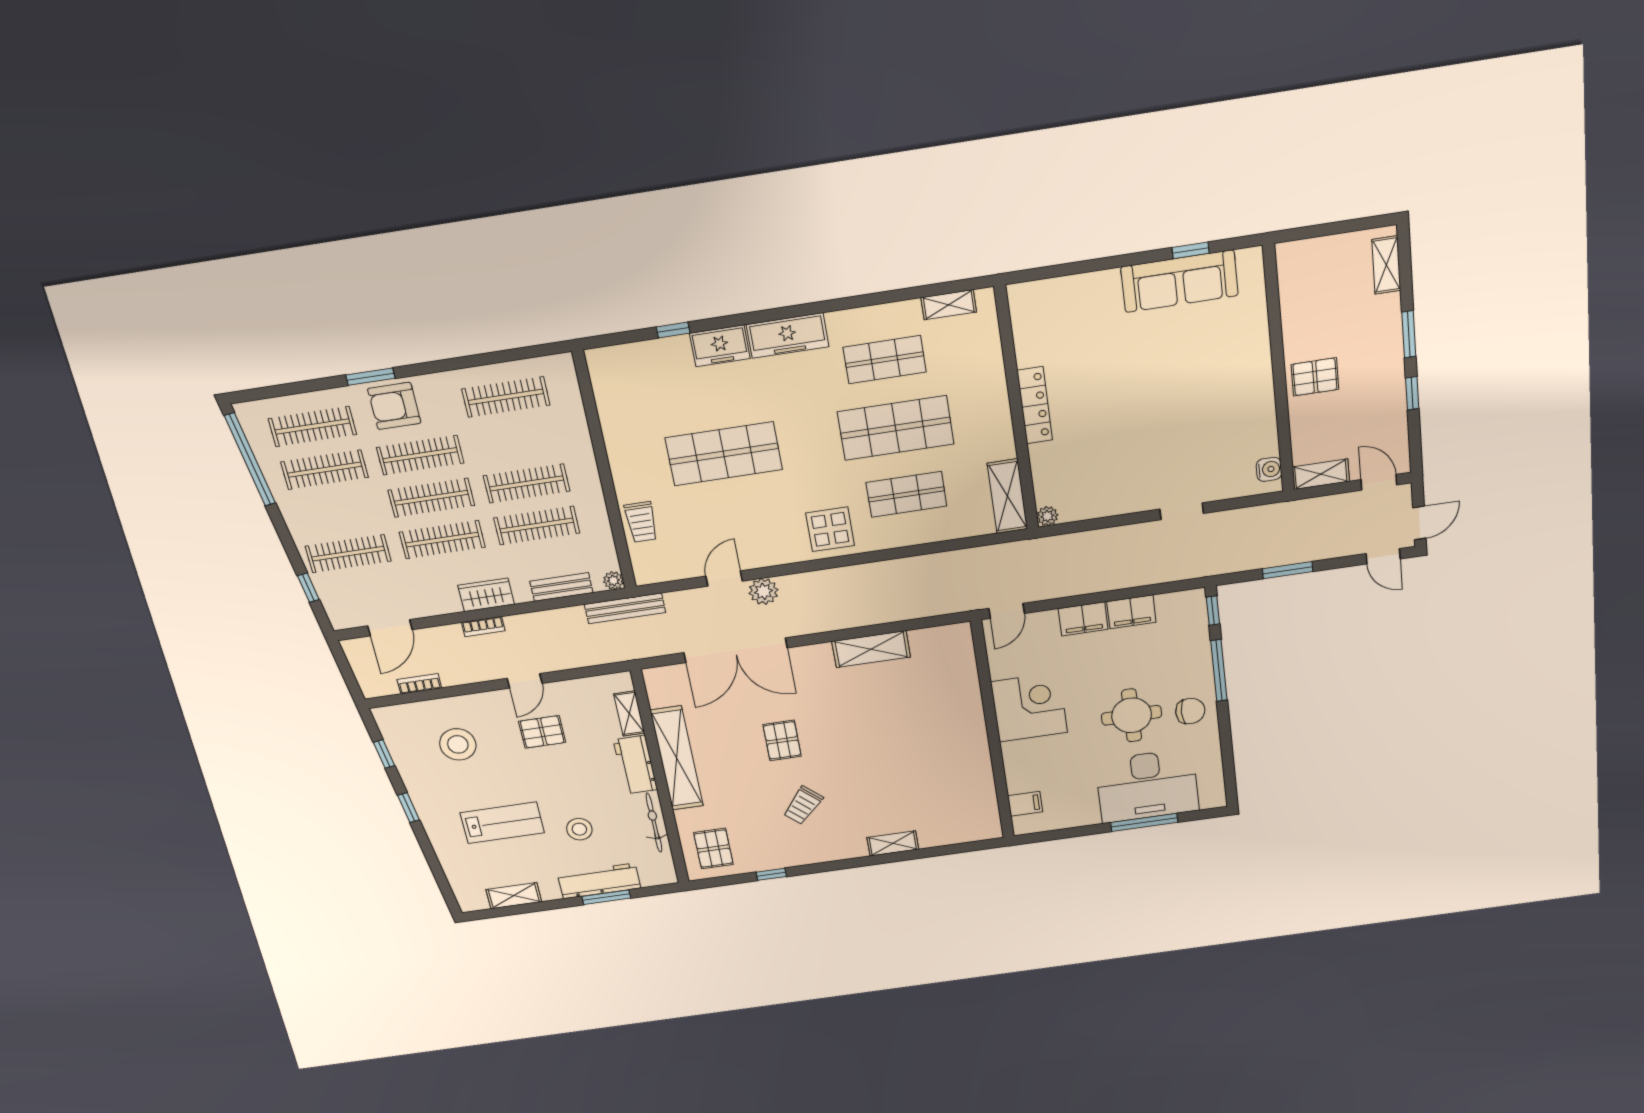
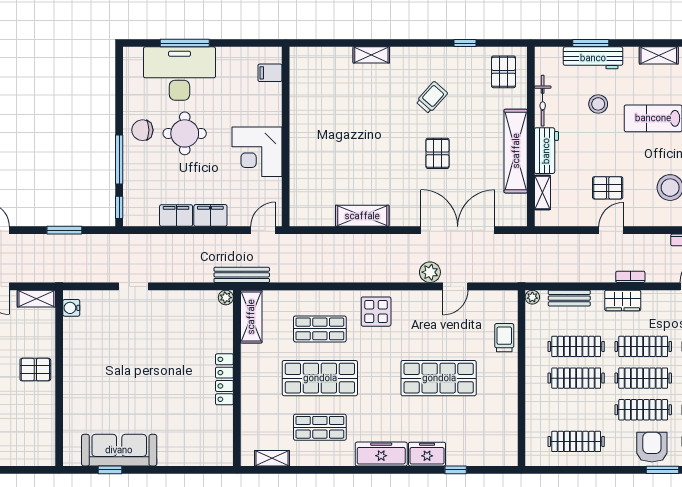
armchair: (394, 406) -> (652, 447), turned -90
bench: (625, 608) -> (242, 275), moved

